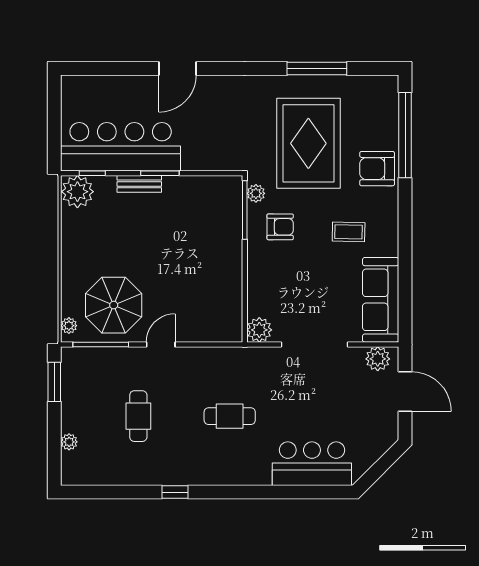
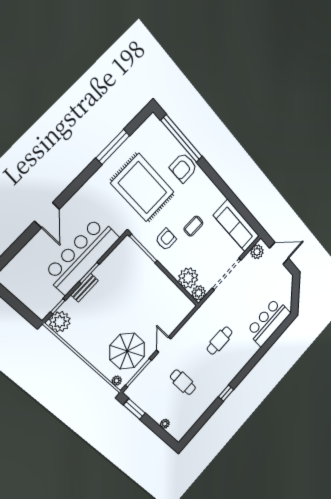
bar counter: (121, 147) -> (82, 256), moved
plant: (256, 193) -> (188, 278), moved, width x1.87, depth x1.87
coffee table: (349, 232) -> (193, 226), moved

